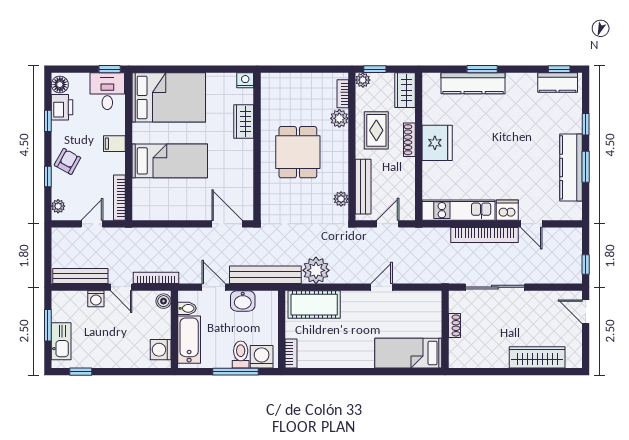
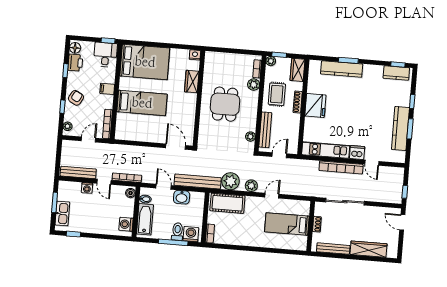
plant: (349, 274) -> (251, 186), added
bed: (408, 353) -> (287, 224), moved
bench: (483, 361) -> (333, 249), added

